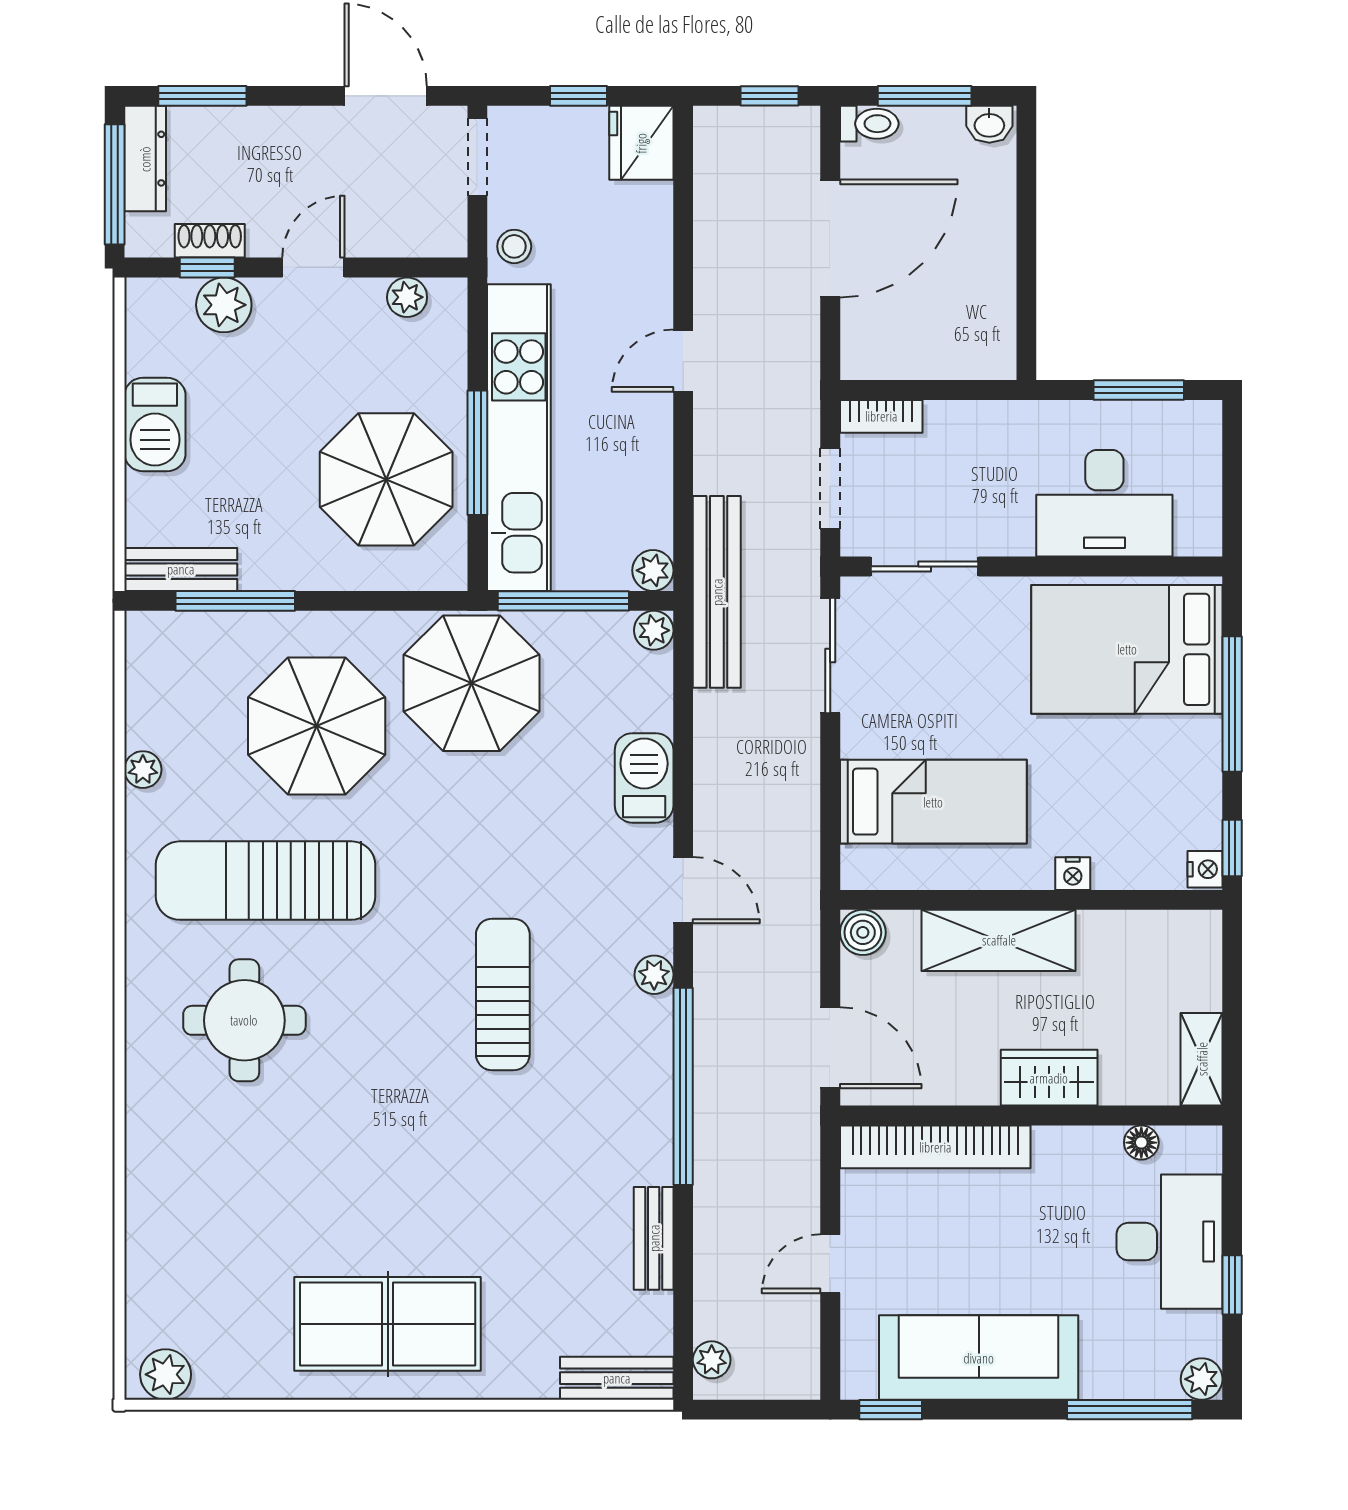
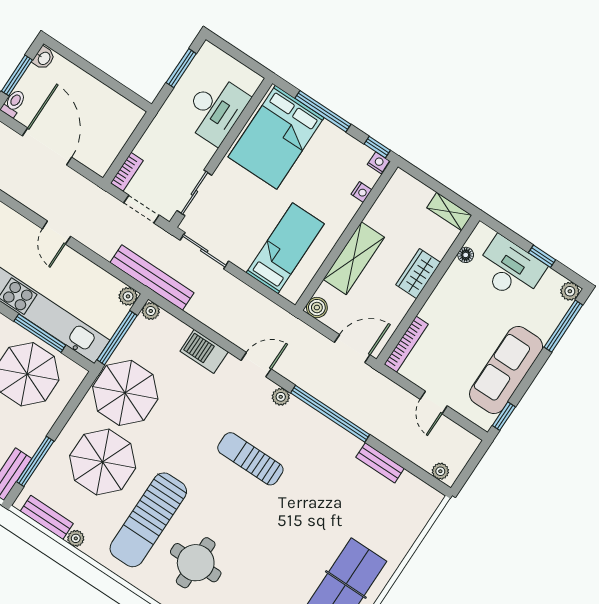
nightstand: (1073, 874) -> (361, 192), moved
bookcase: (935, 1147) -> (406, 344), width x0.68, depth x0.76
bench: (617, 1378) -> (47, 517), moved, turned 90

